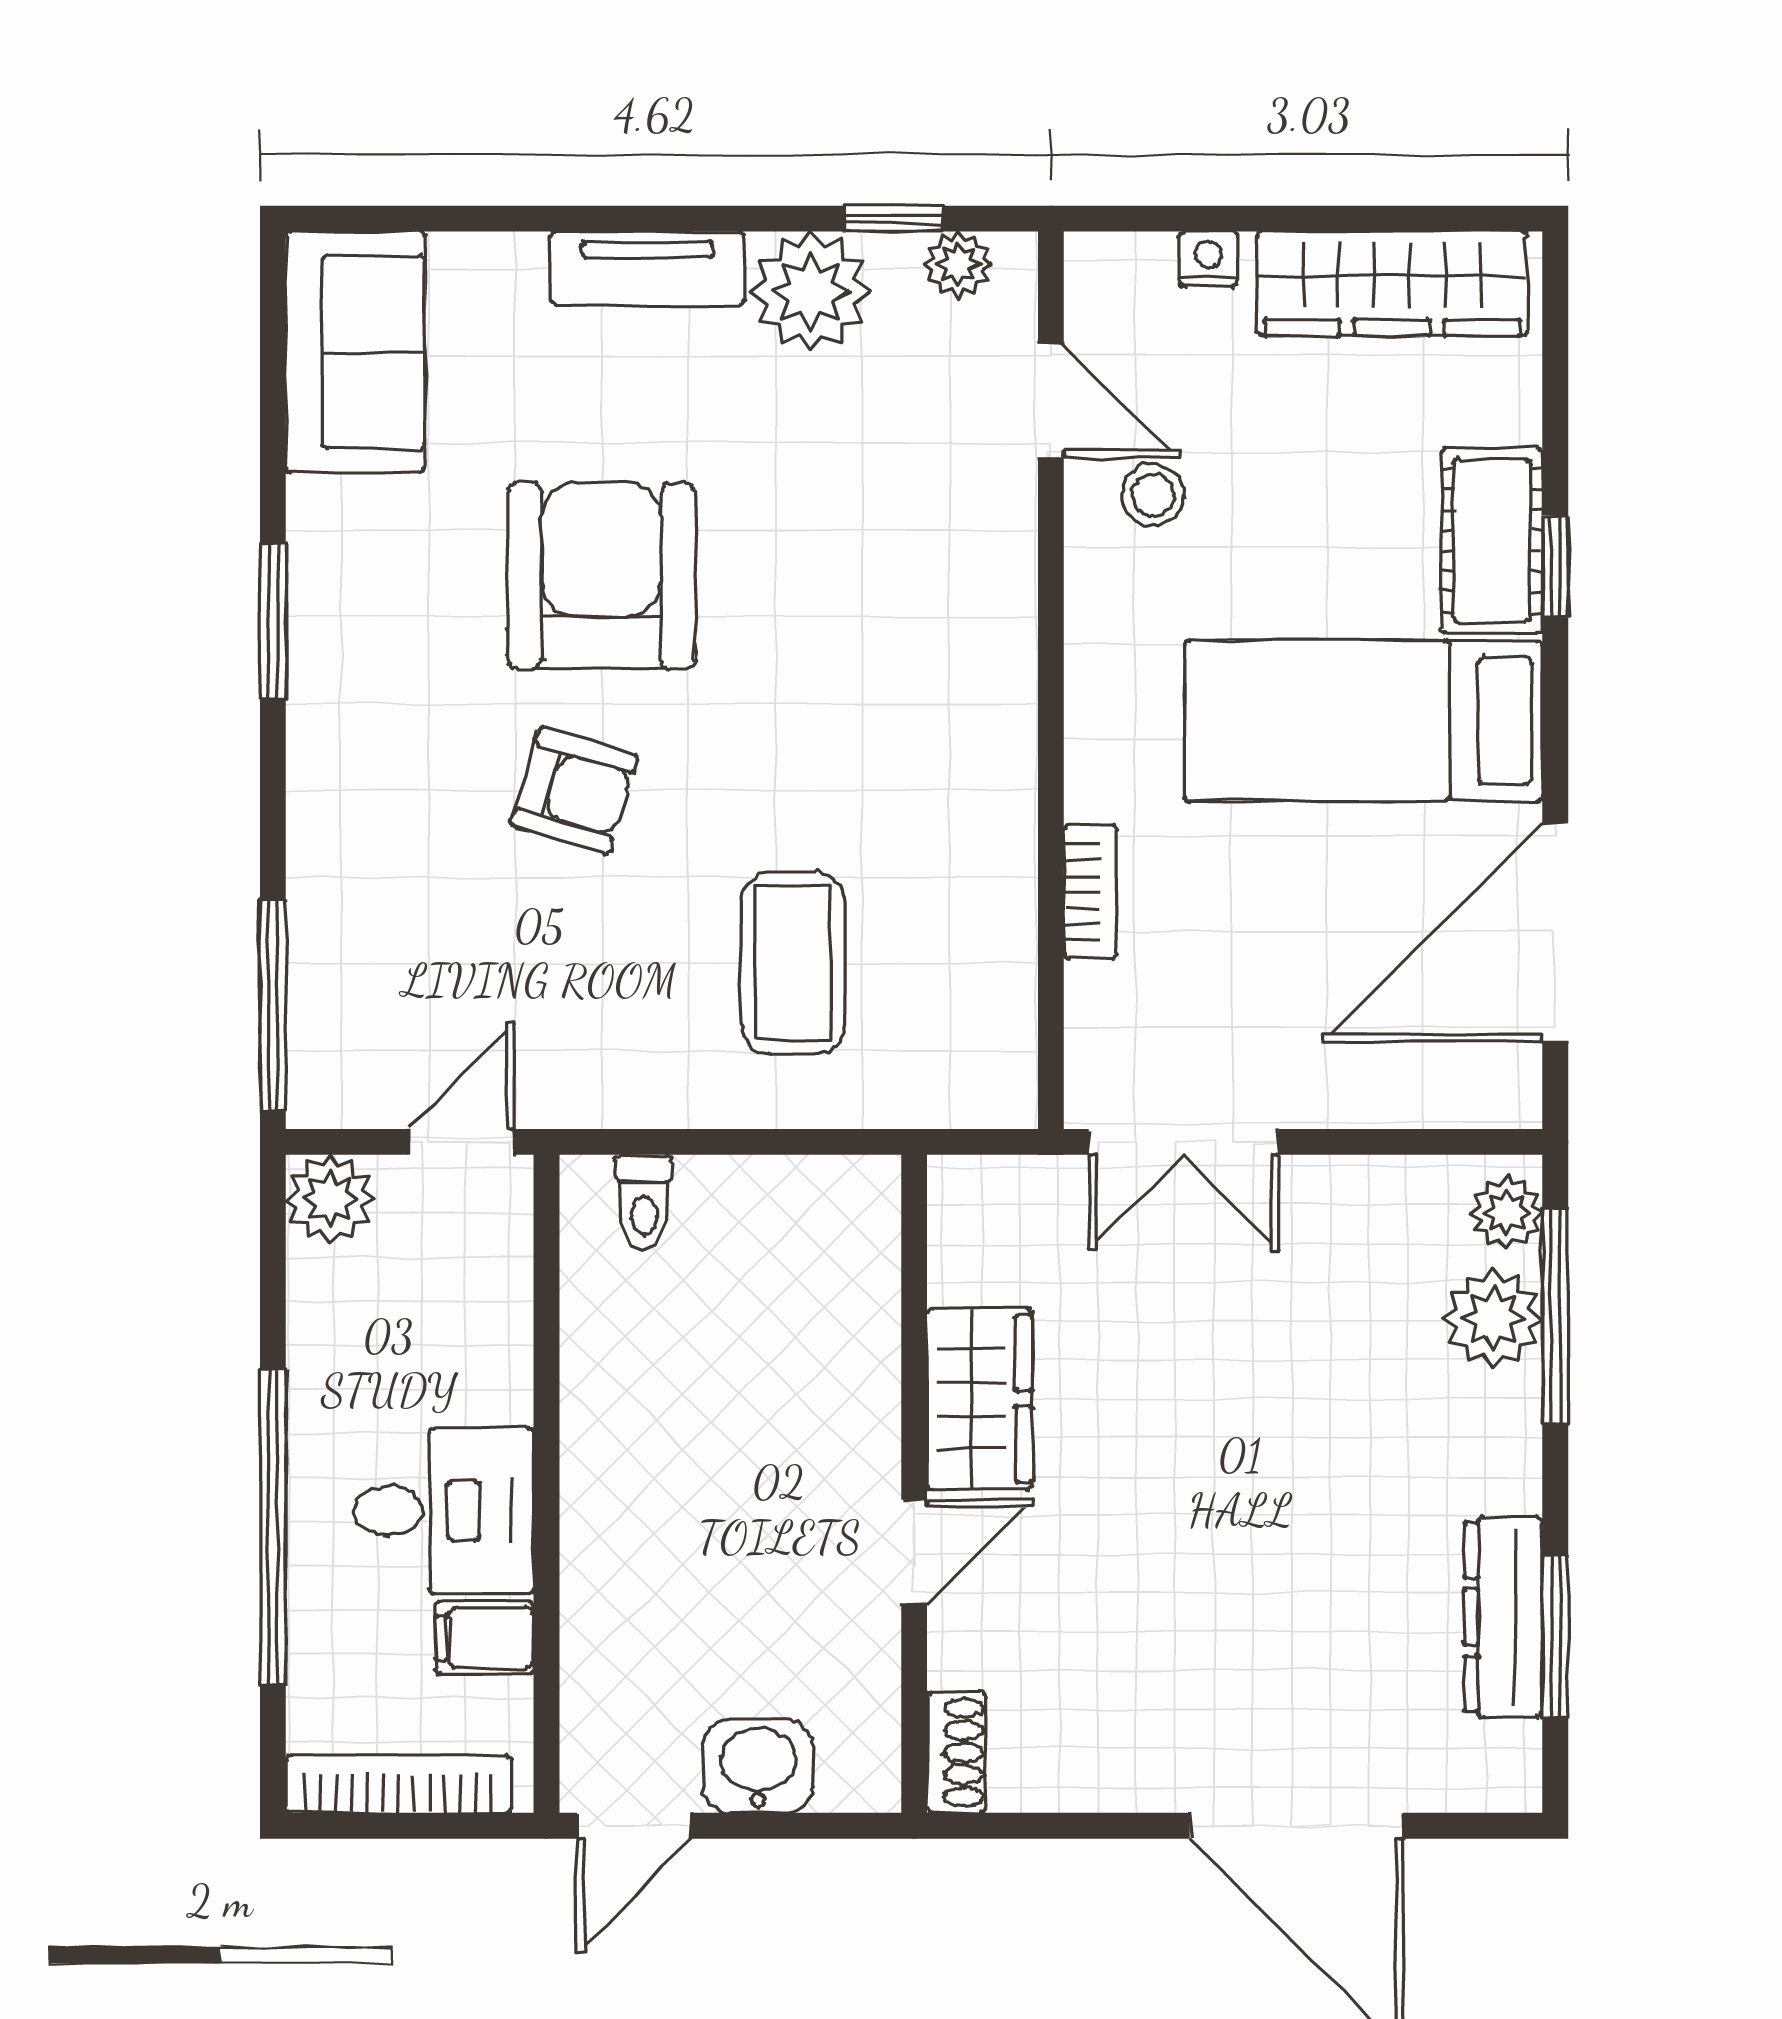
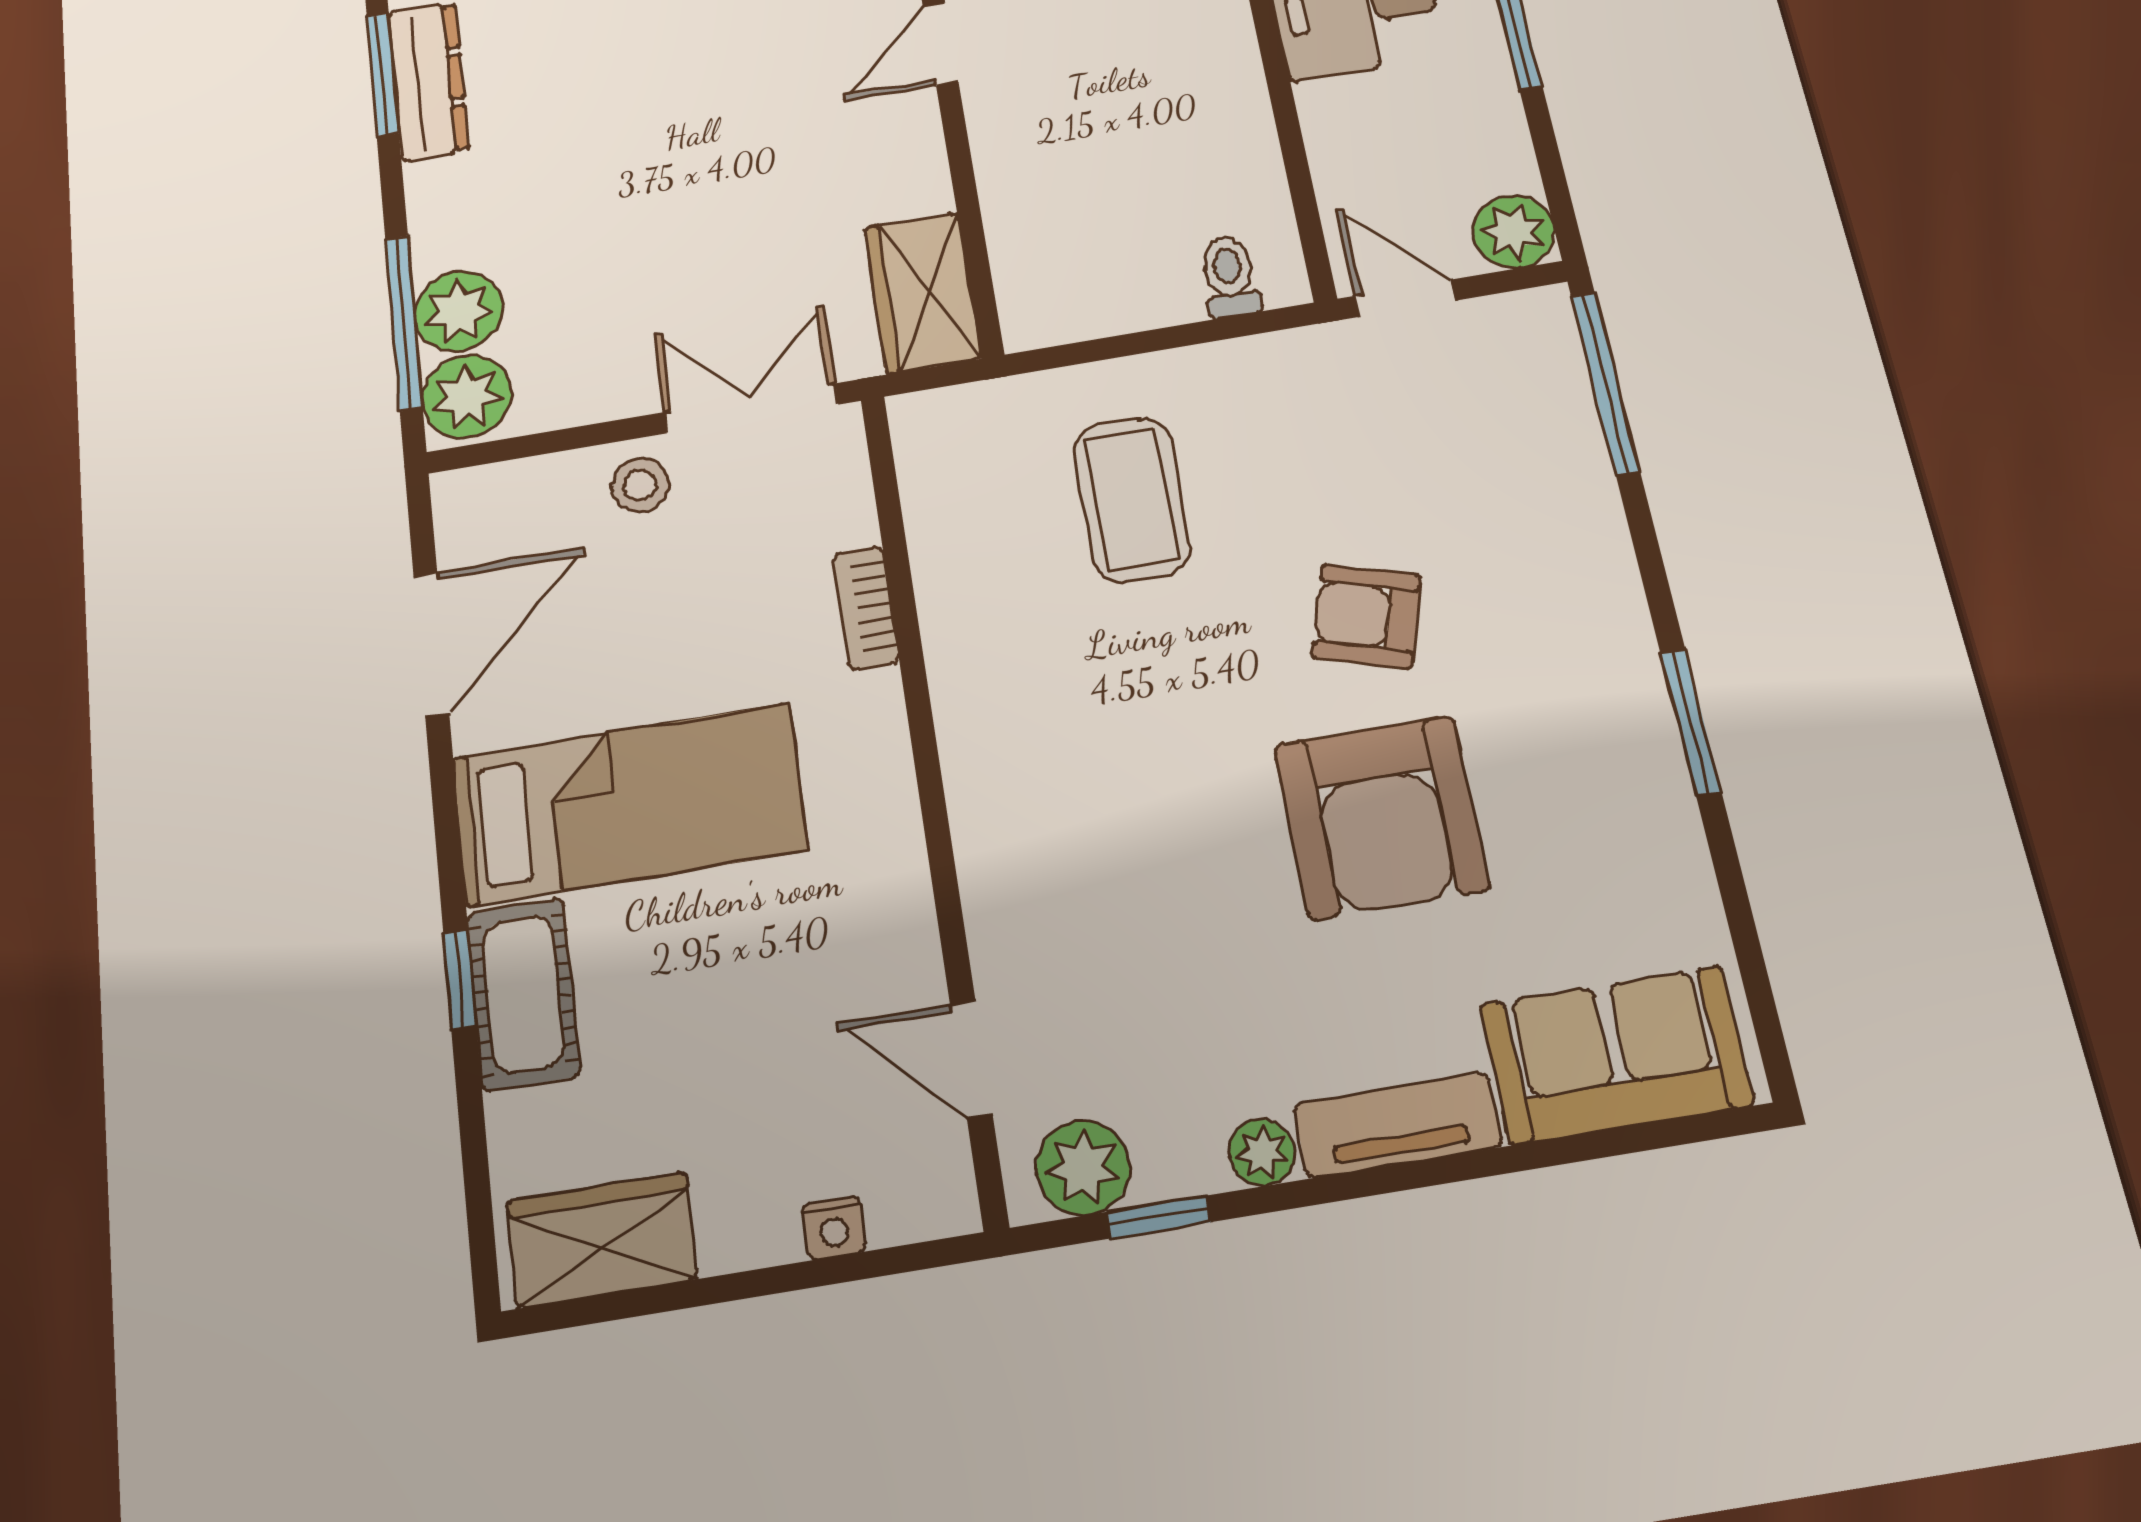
plant: (958, 265) -> (1083, 1168), width x1.38, depth x1.38
wardrobe: (1392, 284) -> (602, 1240), width x0.67
plant: (811, 292) -> (1262, 1153), width x0.53, depth x0.53
sofa: (355, 352) -> (1616, 1055), moved, turned 90
stool: (1153, 495) -> (640, 485), moved
door: (1555, 932) -> (431, 644), width x0.73
door: (461, 1142) -> (1405, 298), swing flipped
plant: (1506, 1213) -> (467, 397), width x1.38, depth x1.38
wardrobe: (980, 1399) -> (922, 293), moved

